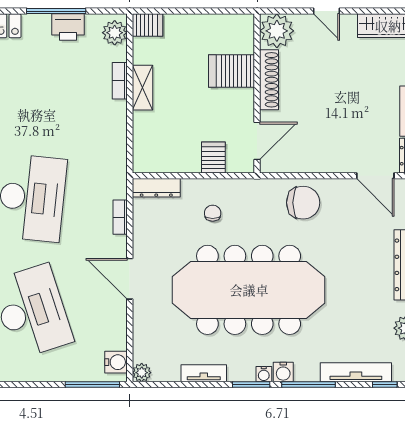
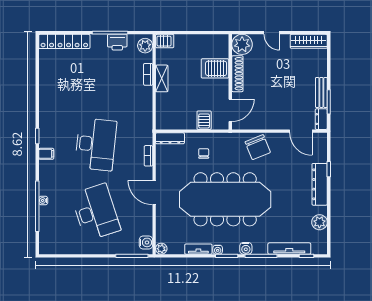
chair: (303, 203) -> (258, 147), turned 68
water cooler: (264, 374) -> (218, 250), moved

